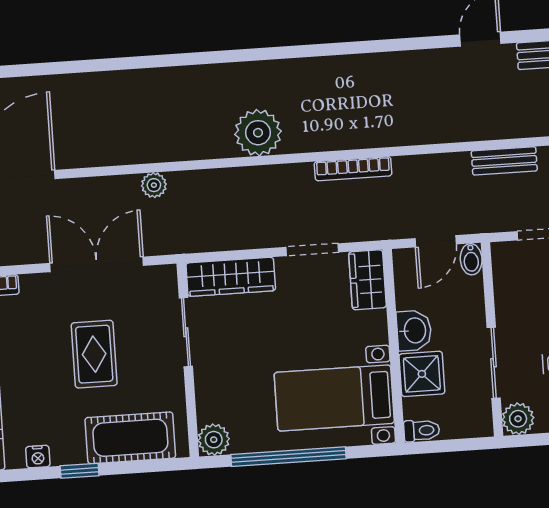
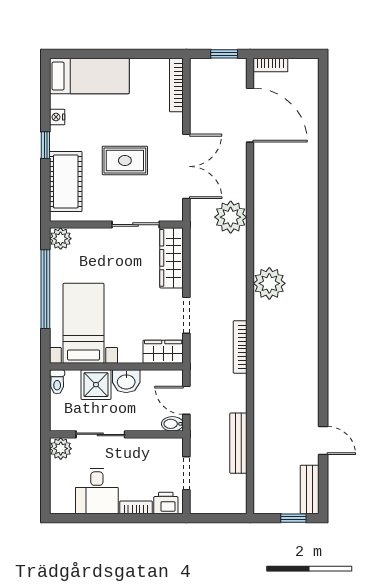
bench: (504, 161) -> (238, 443), width x1.36
plant: (154, 185) -> (231, 217), width x1.88, depth x1.88

